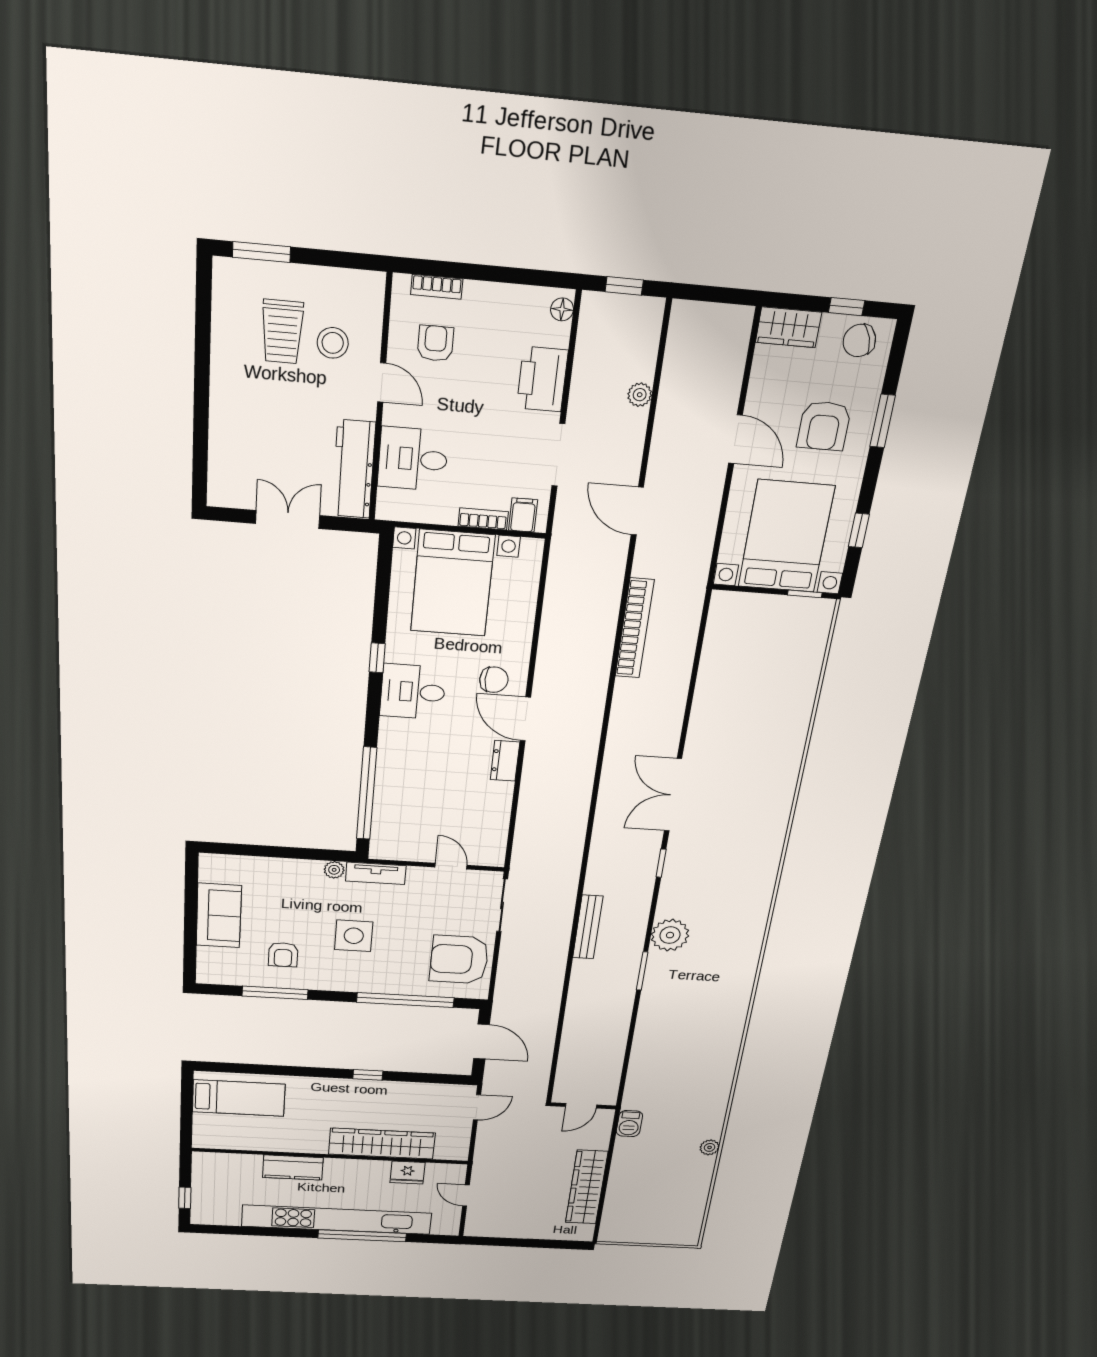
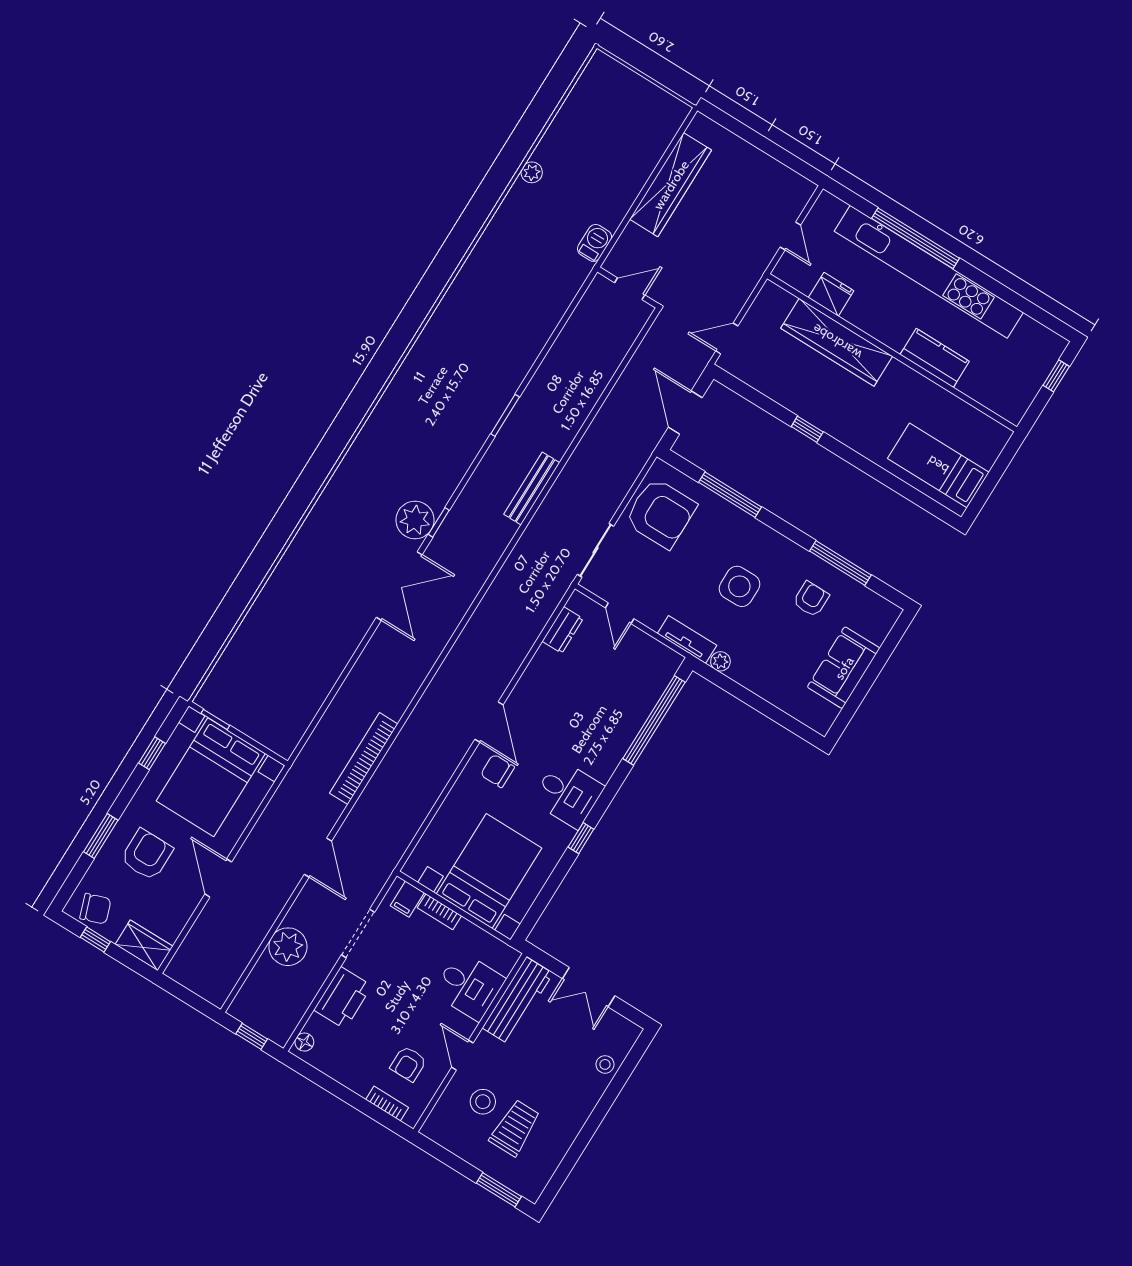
plant: (640, 395) -> (288, 947), width x1.87, depth x1.87
stool: (225, 449) -> (605, 1064), added
dresser: (505, 761) -> (563, 630), moved
plant: (670, 935) -> (415, 520), moved
window: (405, 1000) -> (730, 495), width x0.68

